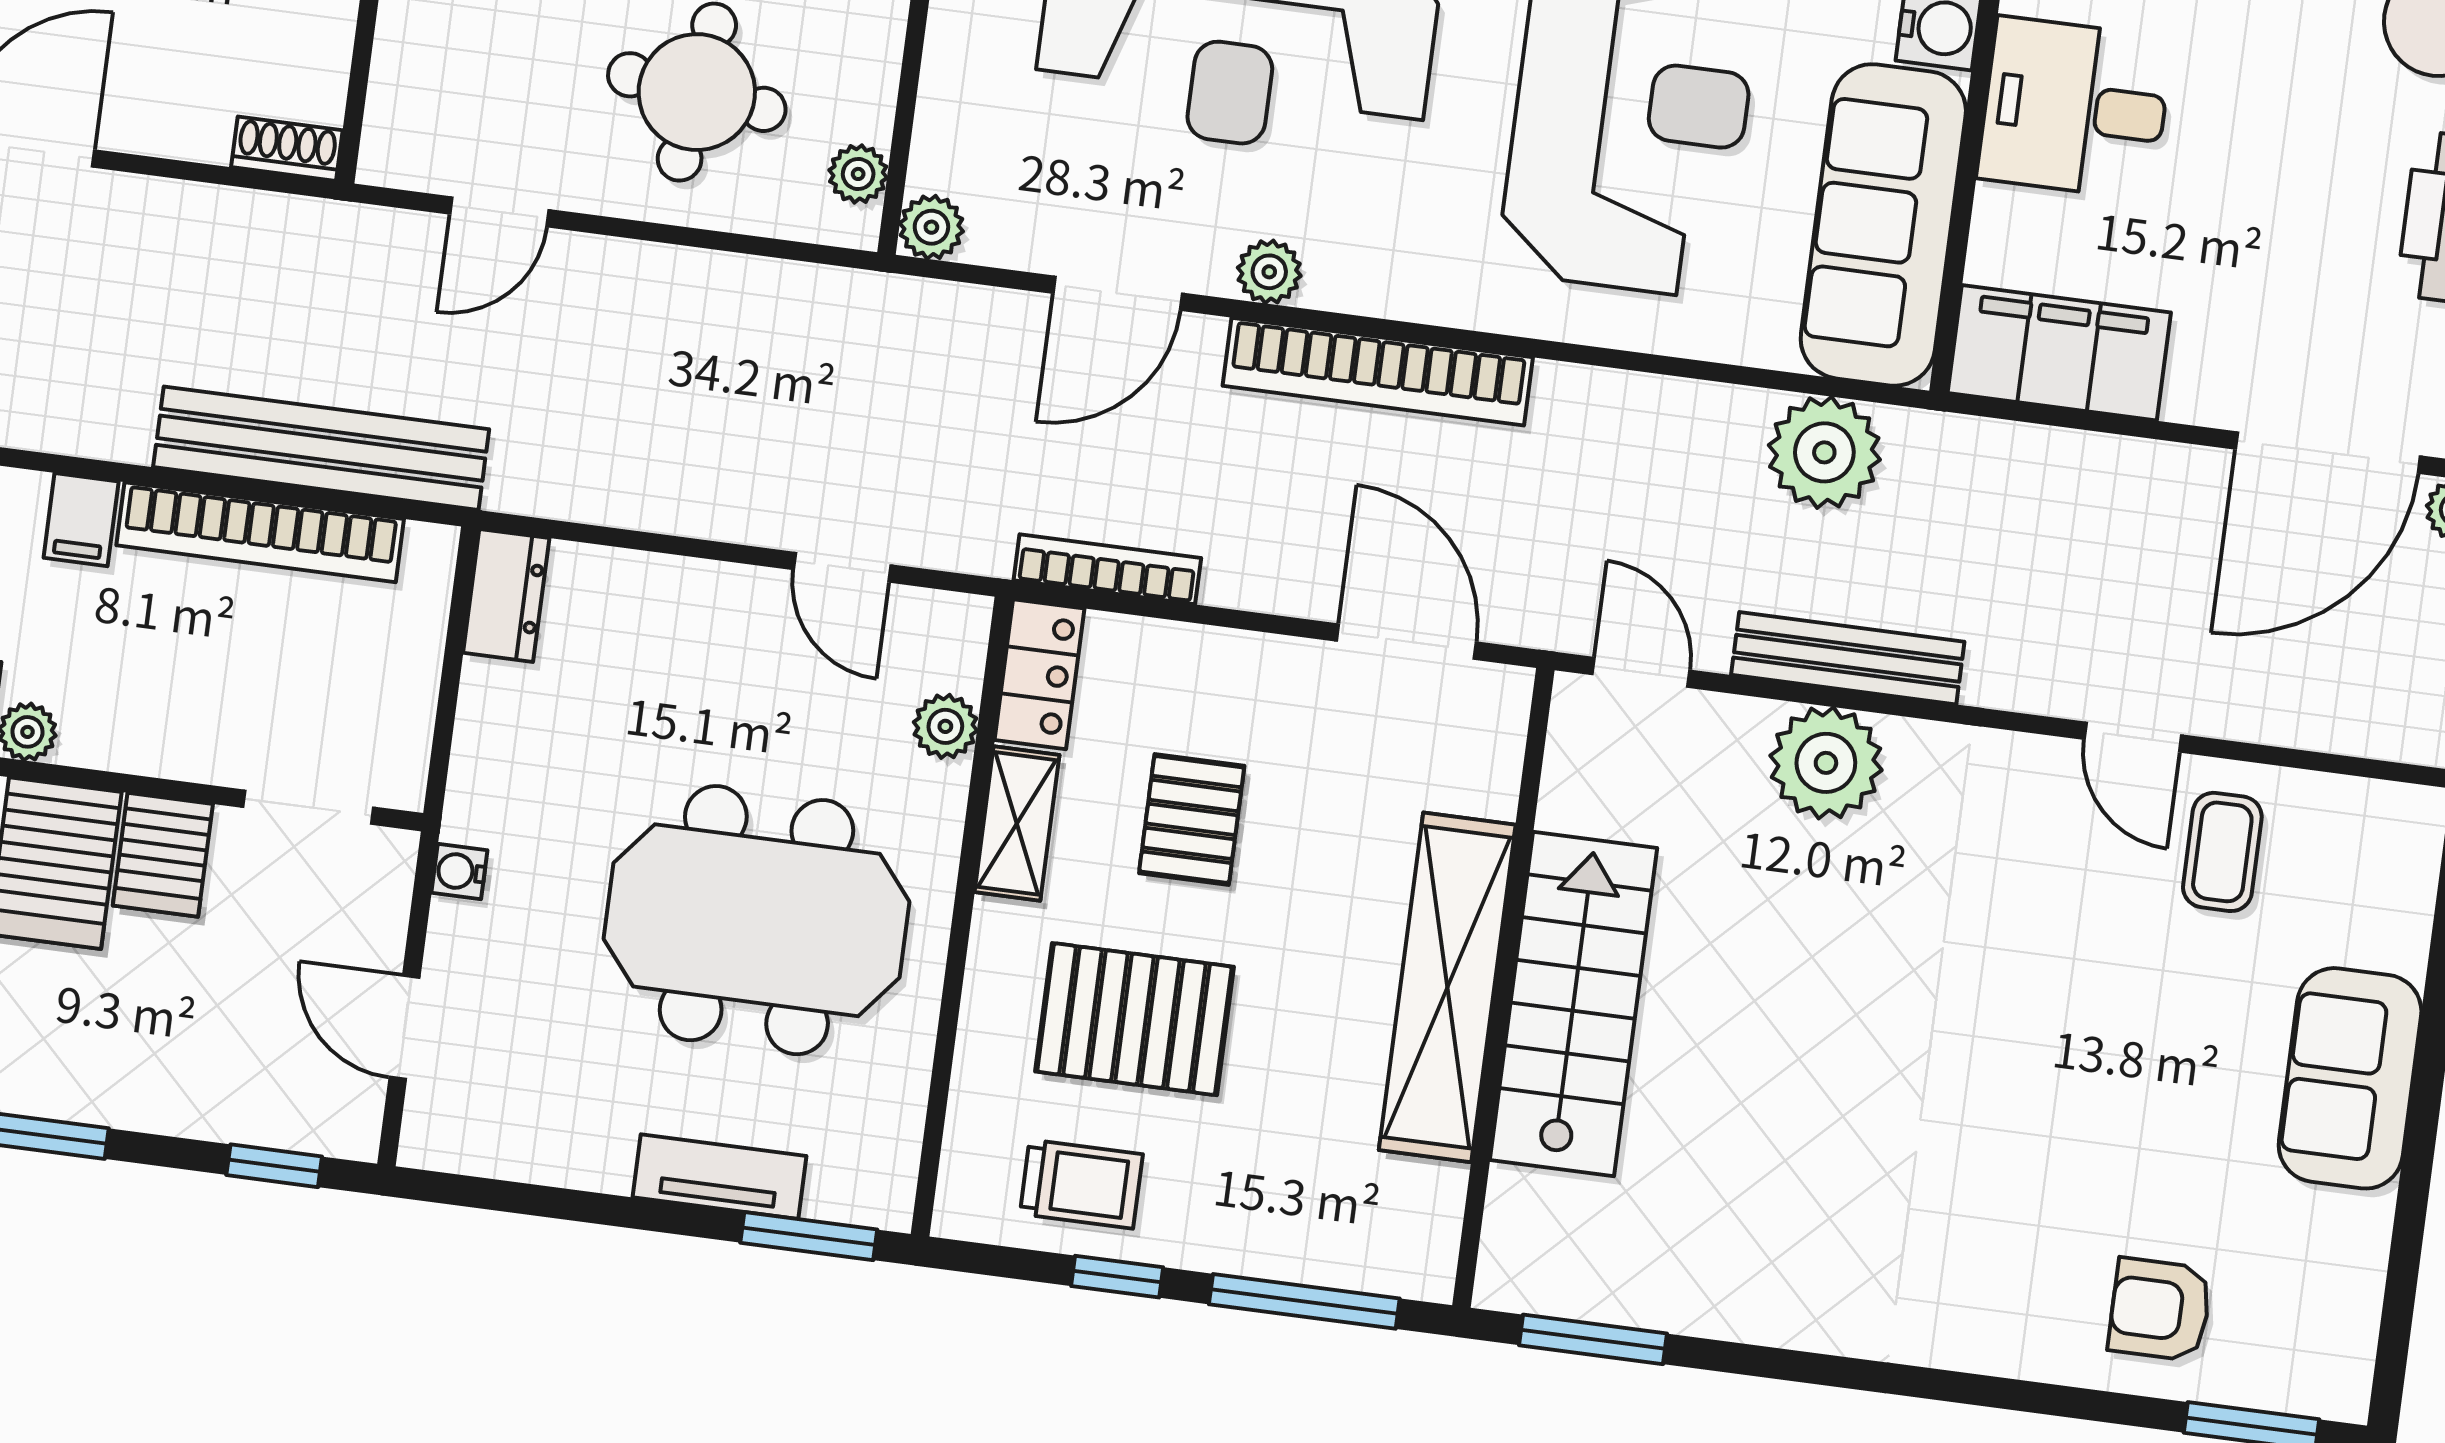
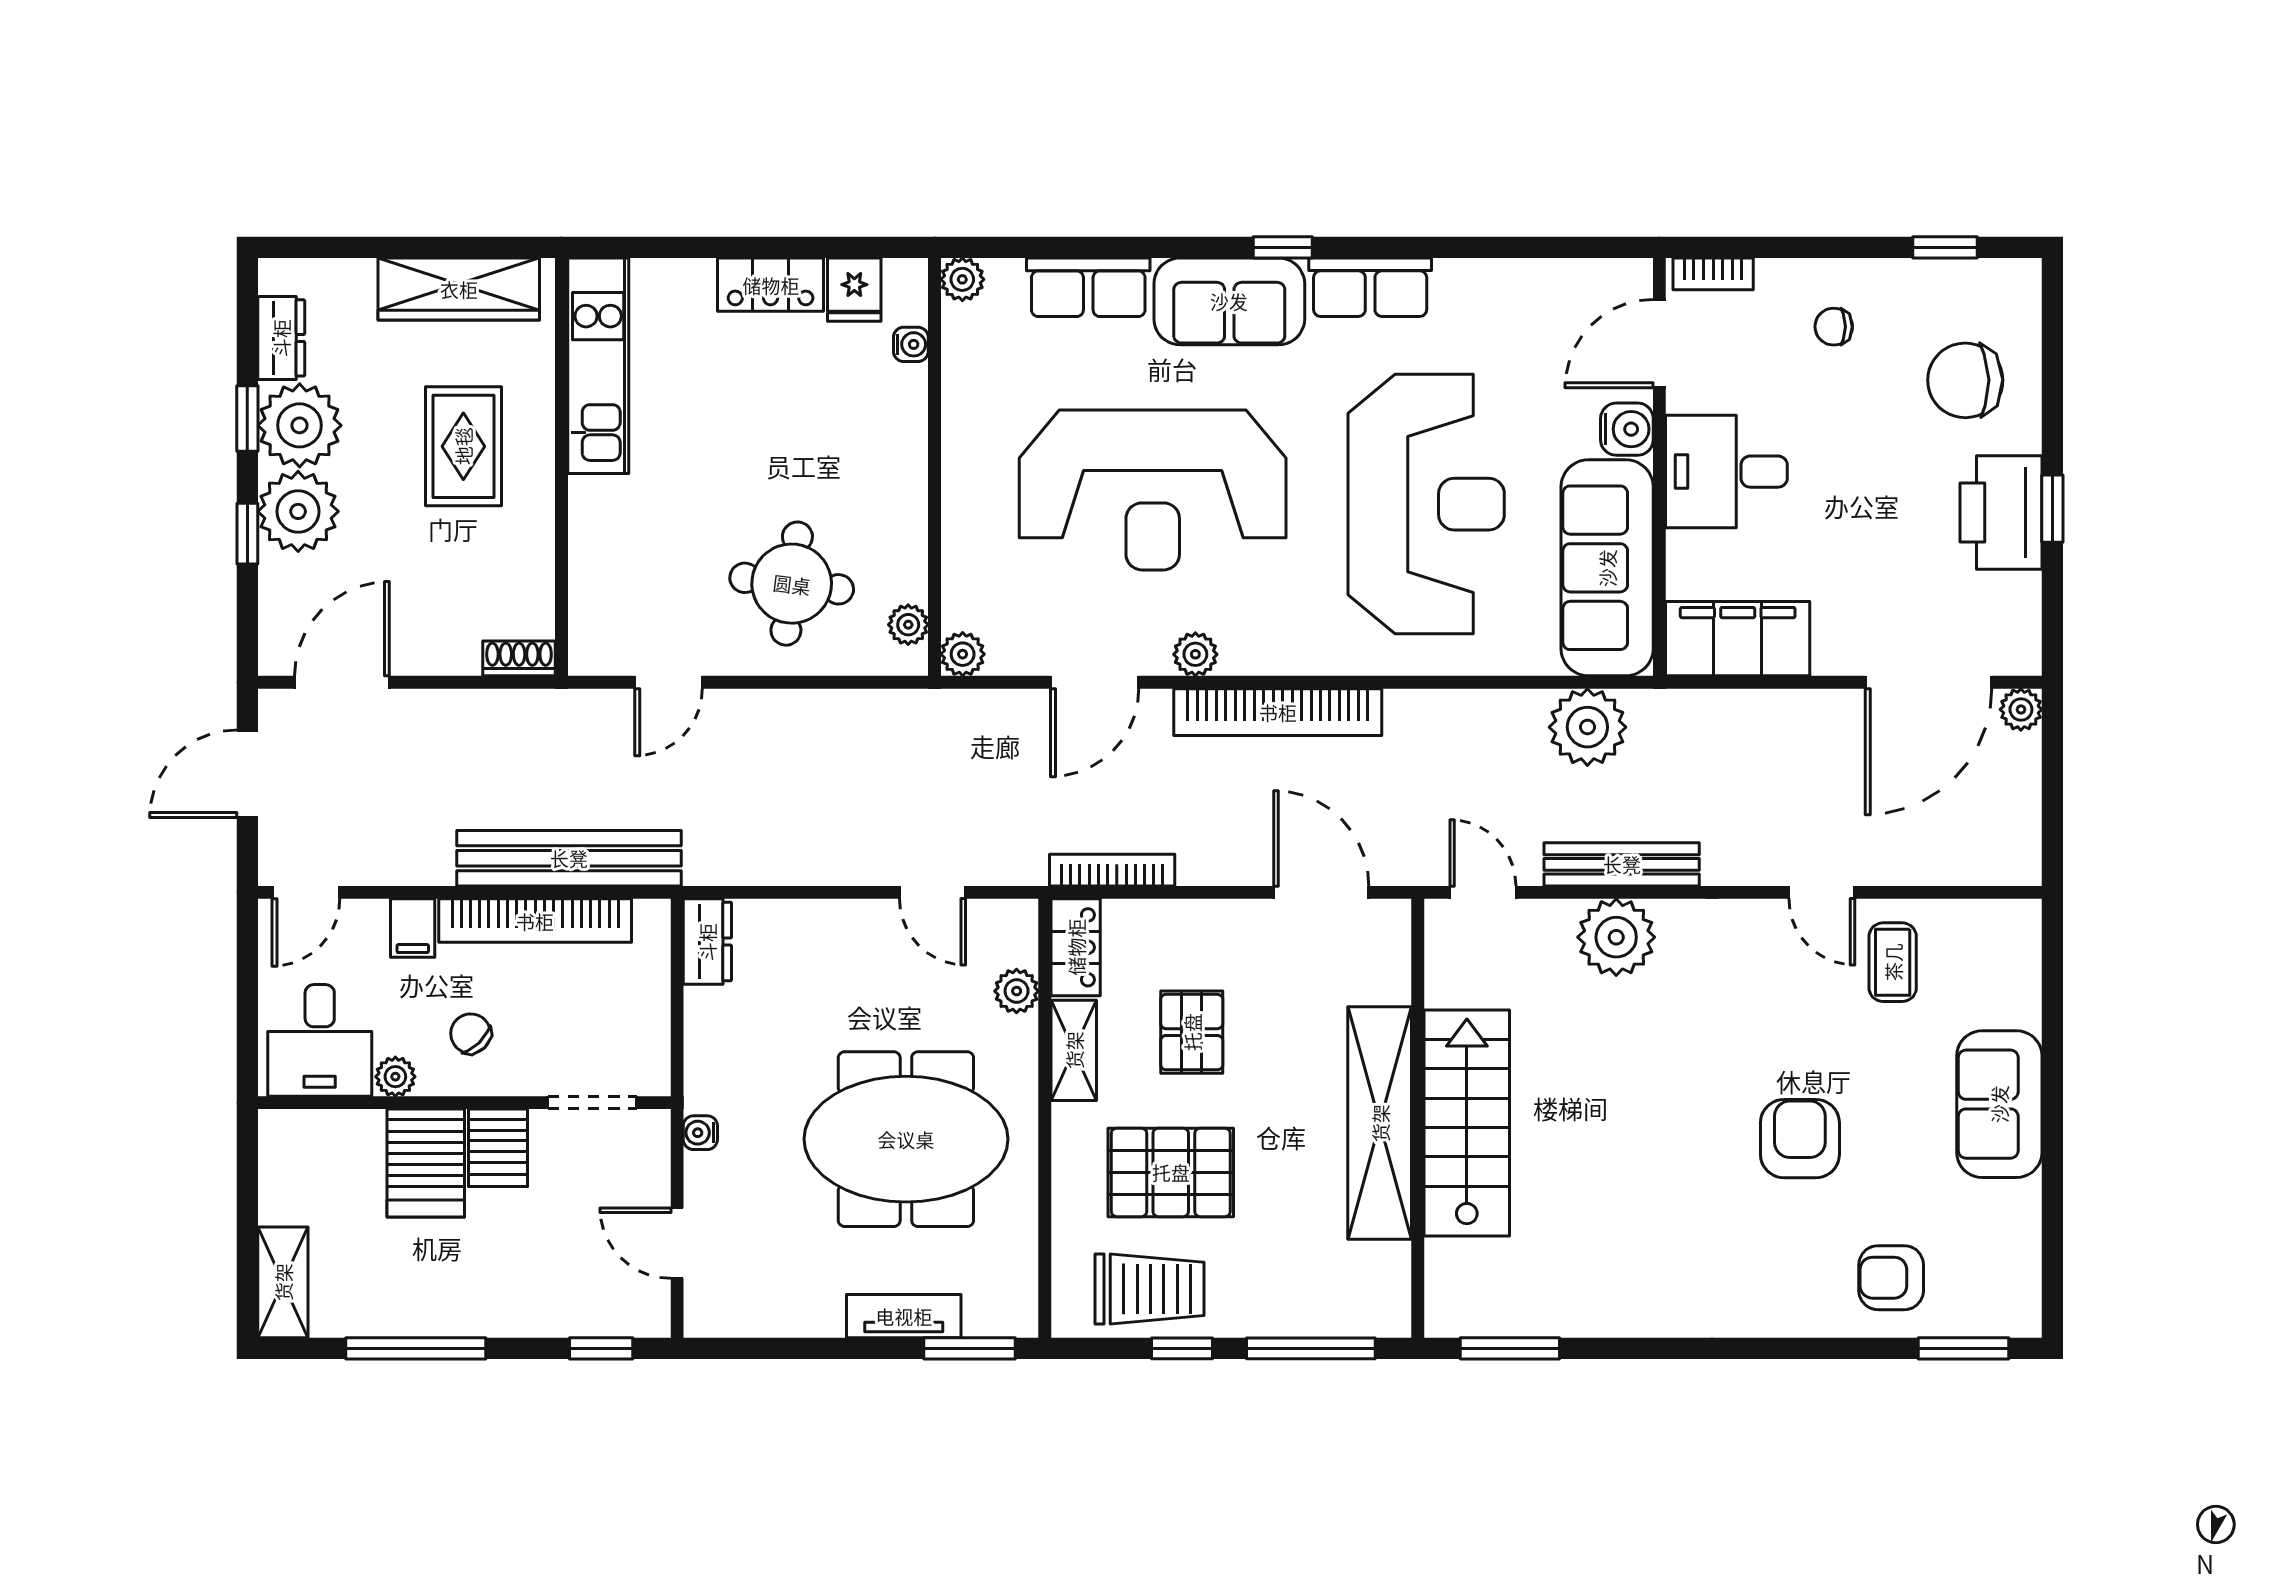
chair: (145, 684) -> (471, 1034), added
armchair: (2054, 1090) -> (1800, 1139), added
trolley: (1081, 1184) -> (1149, 1289), width x1.36, depth x1.39

